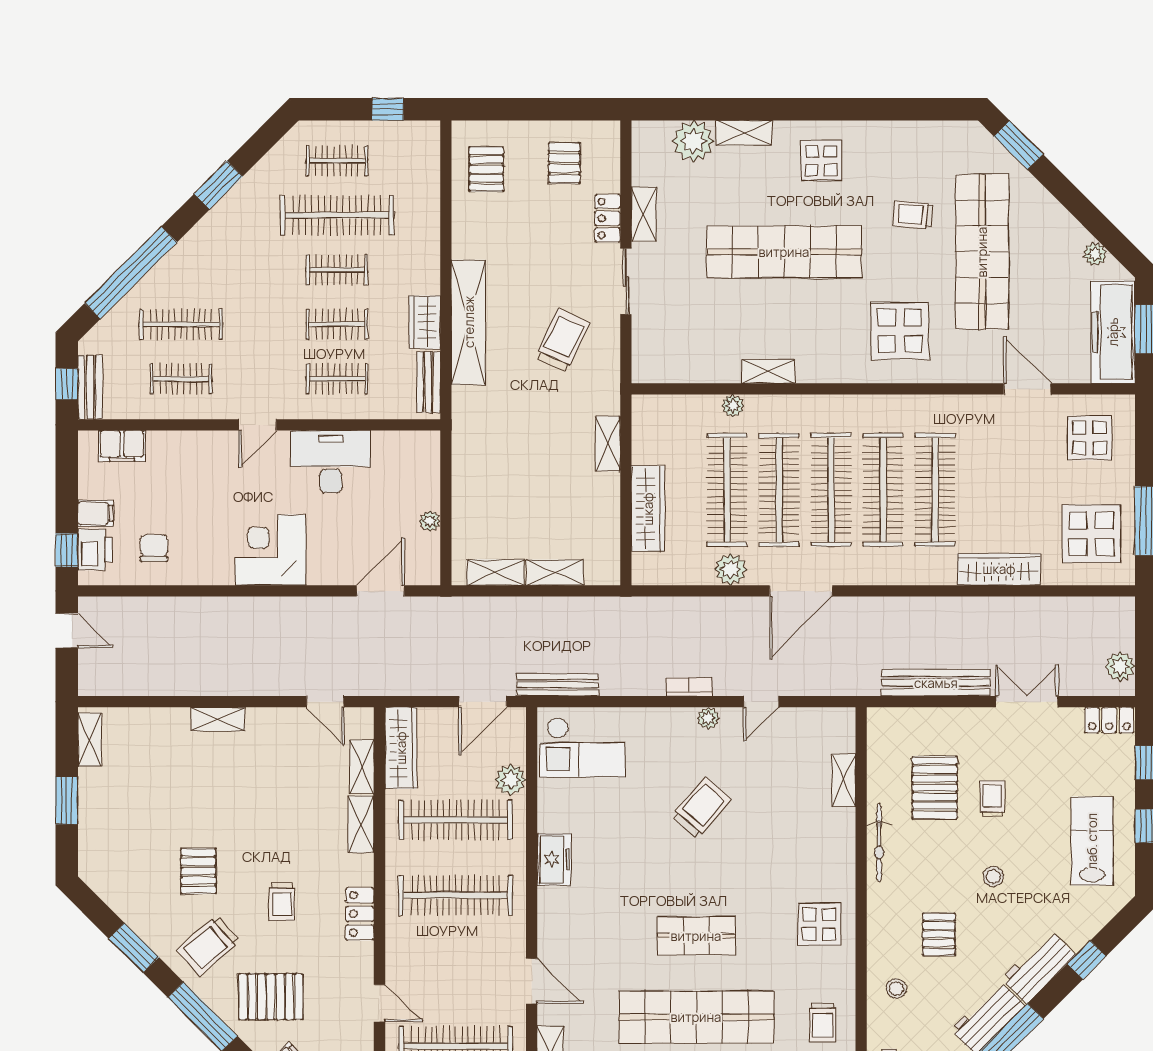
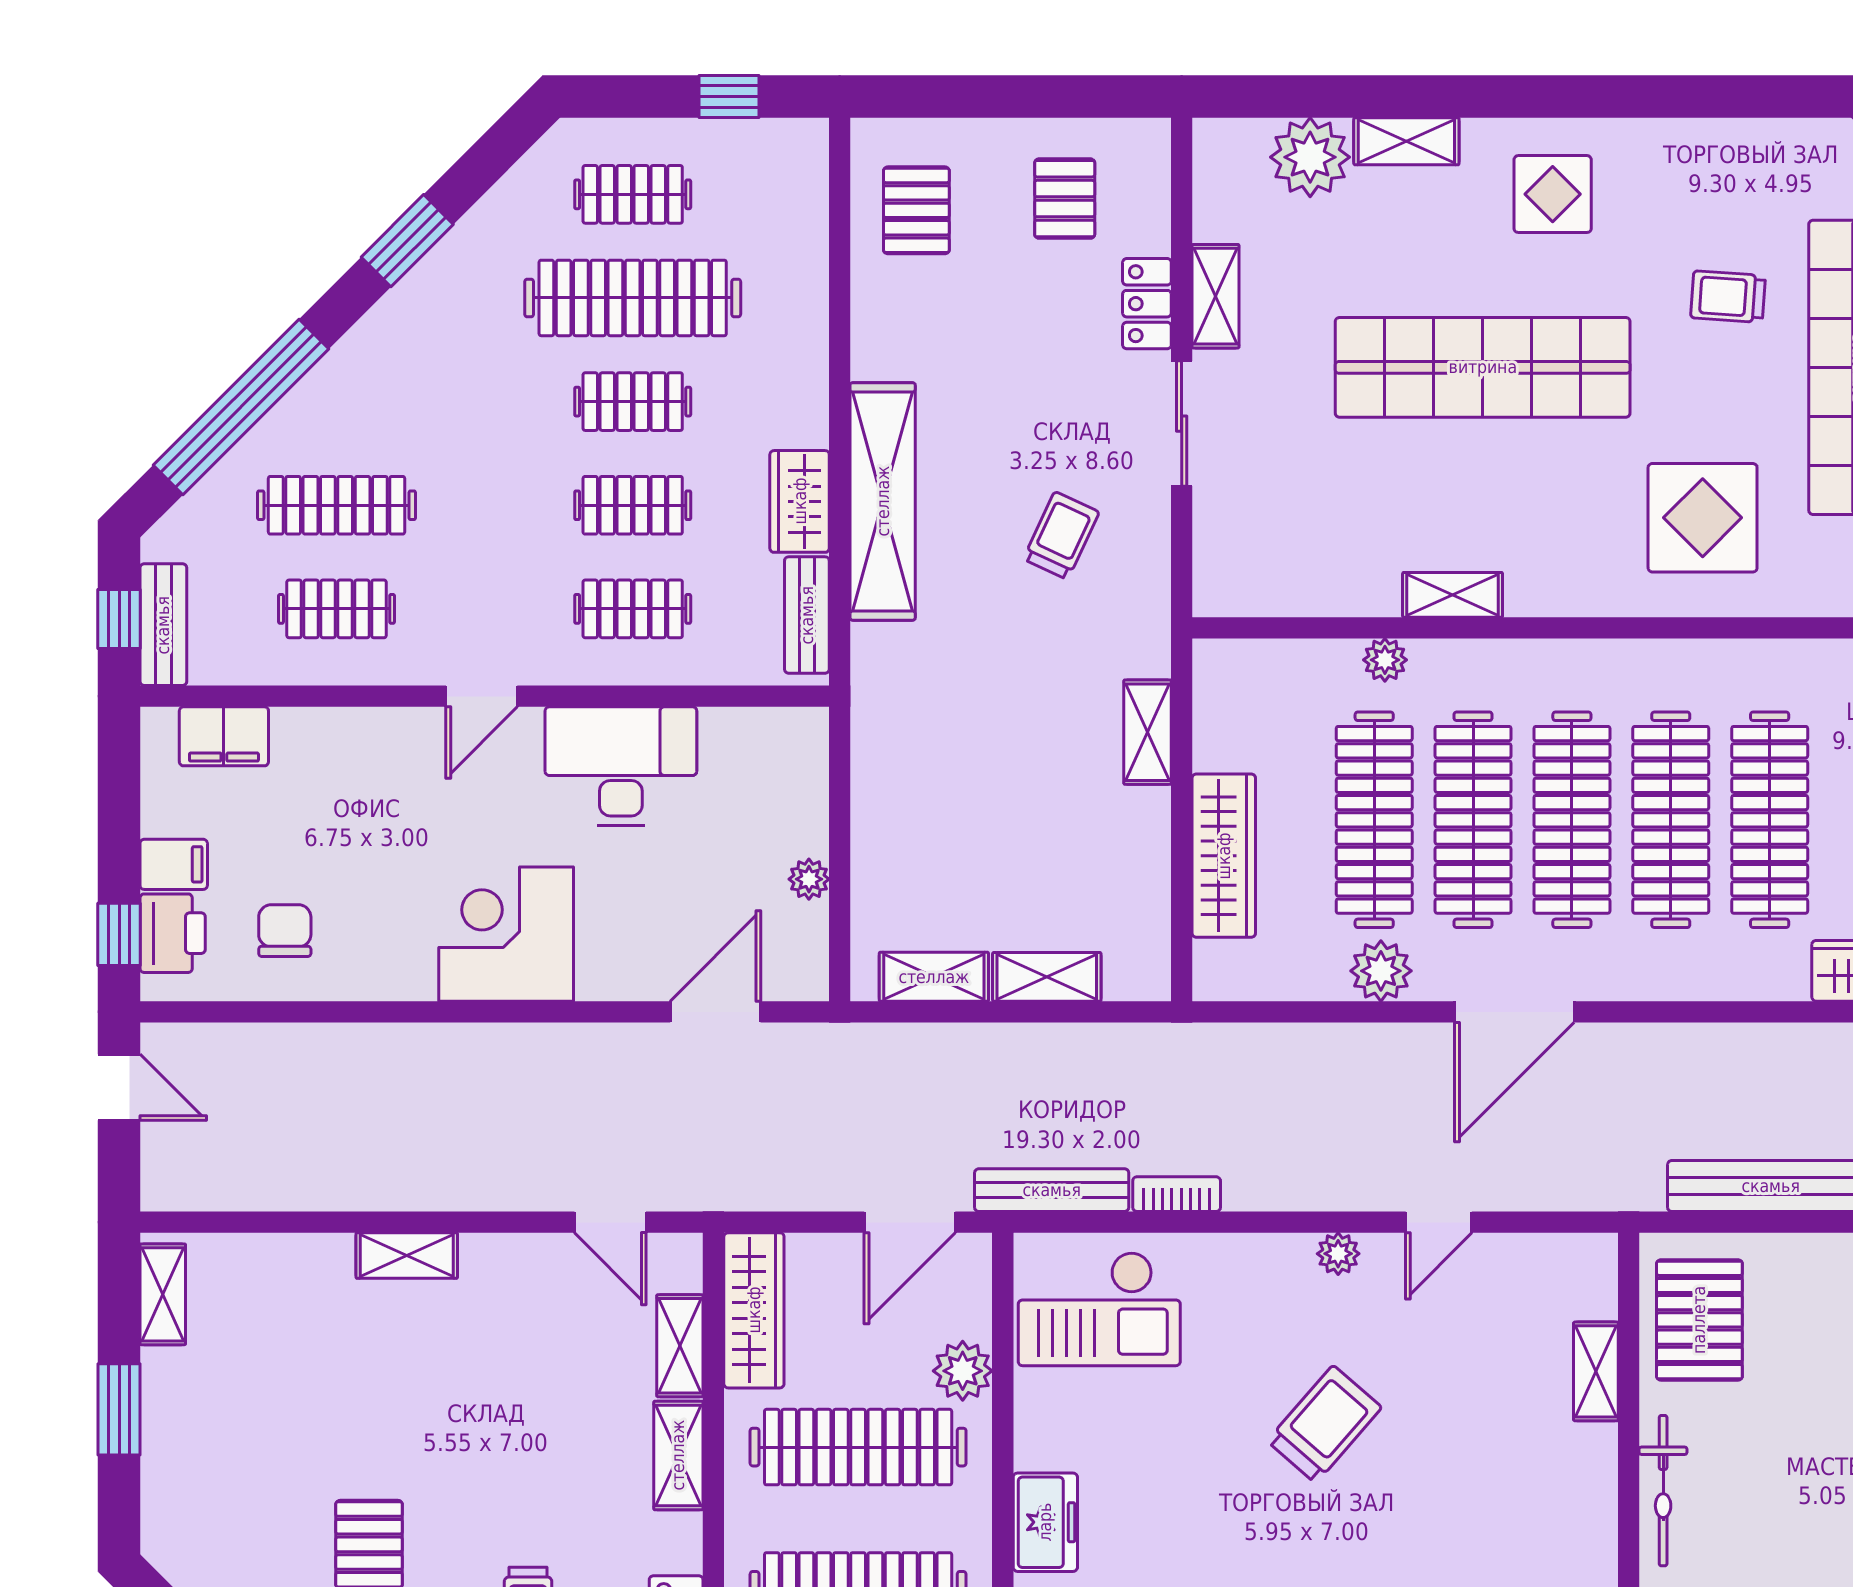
trolley: (562, 340) -> (1061, 536), width x0.73, depth x0.72
bookcase: (689, 687) -> (1177, 1194), moved
pallet: (935, 788) -> (1699, 1320), moved

